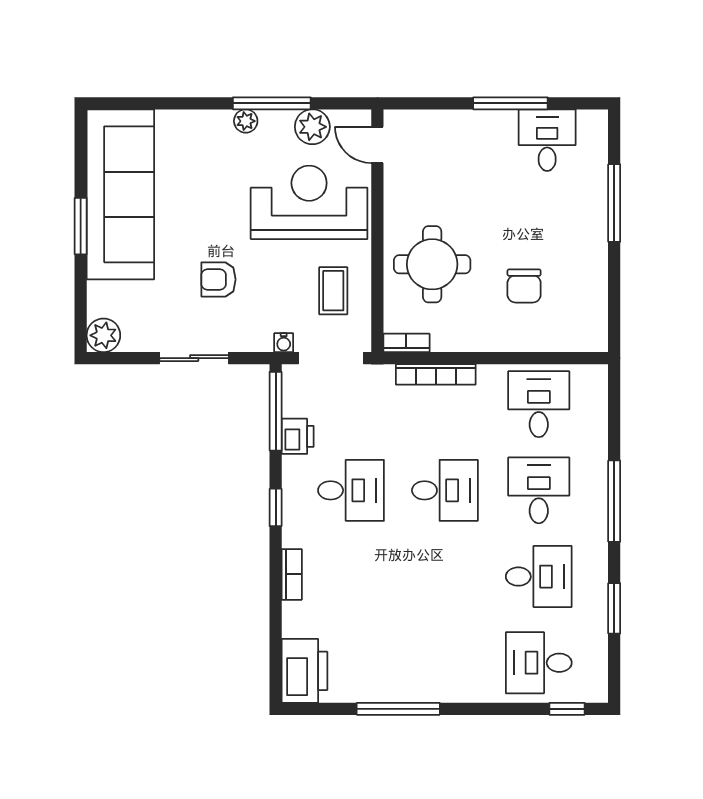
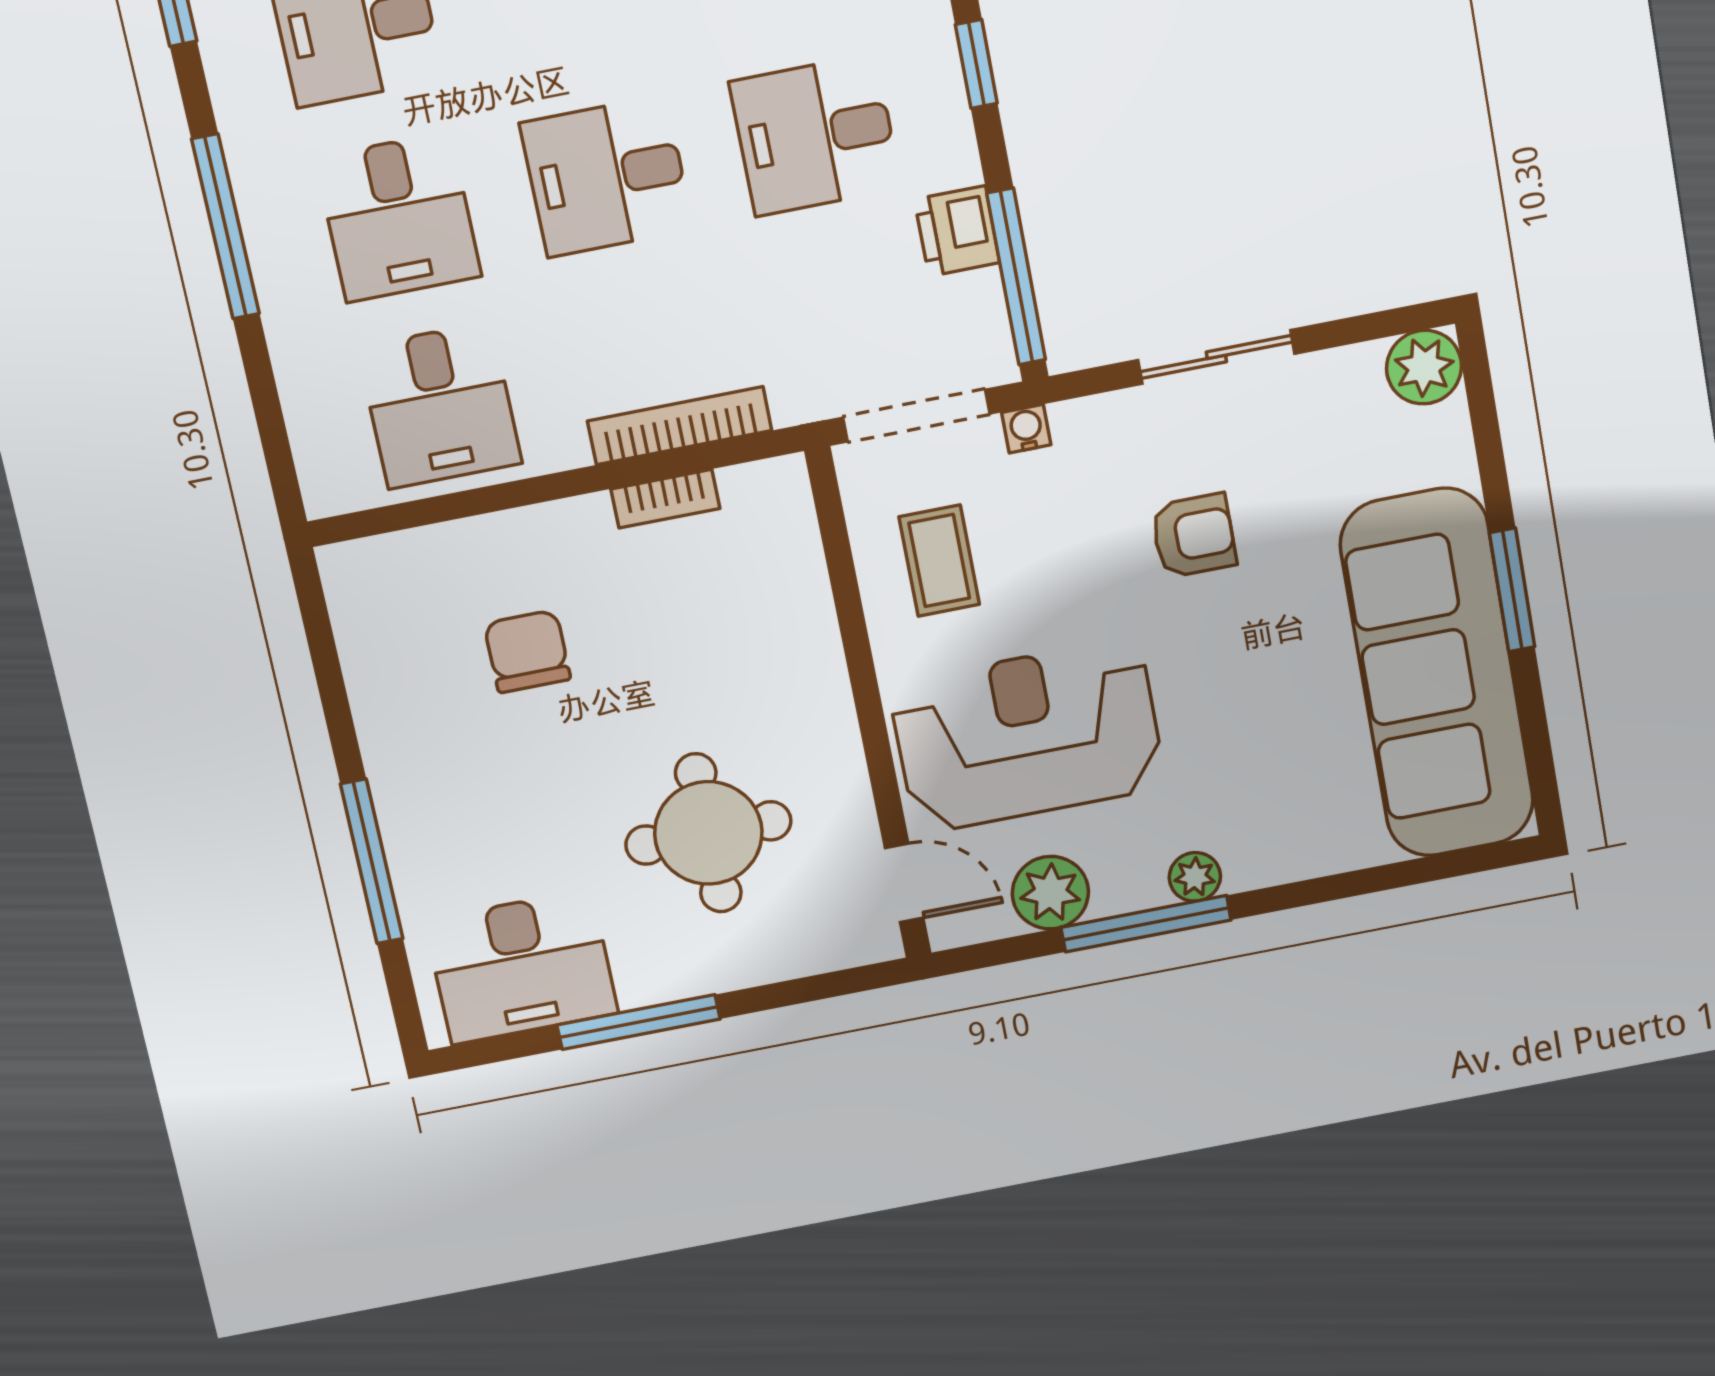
desk: (547, 140) -> (521, 967), width x1.37
reception desk: (309, 202) -> (1027, 736), turned 180
round table: (432, 264) -> (708, 833), moved
bookcase: (406, 343) -> (665, 499), moved

